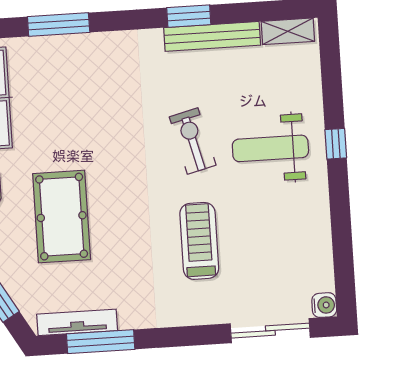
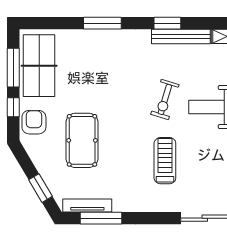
window: (59, 25) -> (102, 23), moved
exercise bike: (193, 141) -> (165, 99), turned -149

